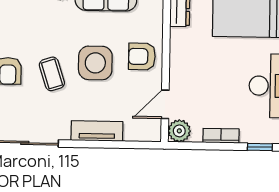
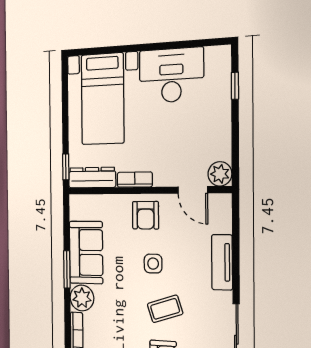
side table: (95, 63) -> (153, 264), width x0.54, depth x0.54
bookcase: (221, 136) -> (135, 180), moved, turned 90

